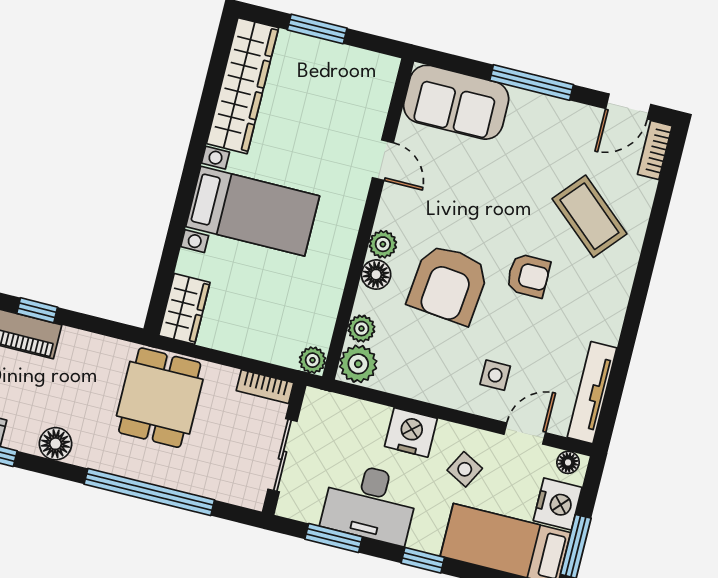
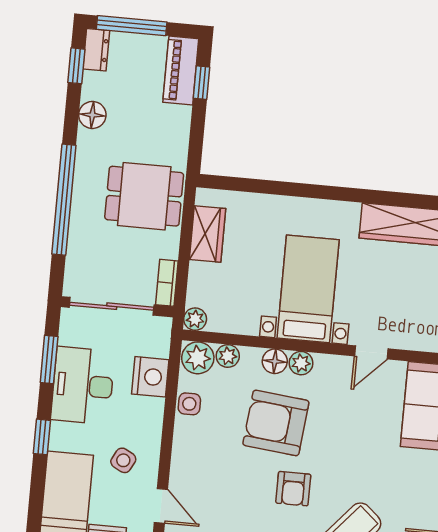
bed with nightstands: (253, 211) -> (308, 289), moved, turned 180
wardrobe: (184, 309) -> (207, 234), moved, turned -90
side table: (495, 375) -> (189, 404), moved
nightstand: (411, 432) -> (150, 377), moved
sliding door: (282, 455) -> (112, 306), width x1.37

